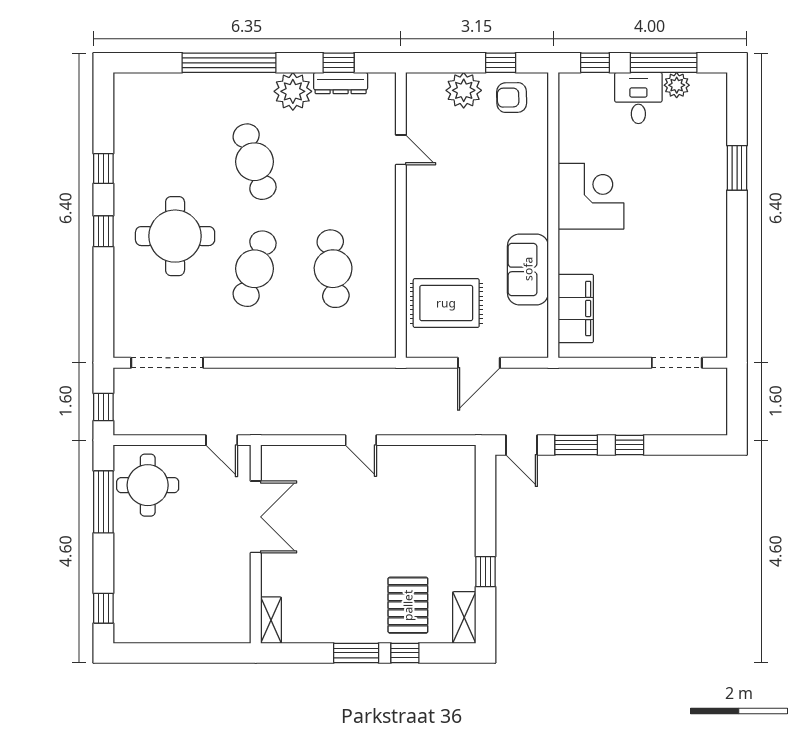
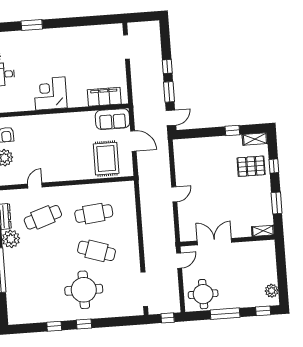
cafe table: (255, 162) -> (43, 217), moved
sofa: (528, 269) -> (112, 119), moved
window: (103, 502) -> (225, 314), moved
plant: (144, 629) -> (272, 291), added
window: (356, 653) -> (277, 203), moved

